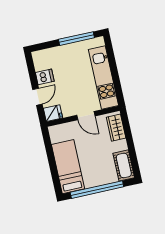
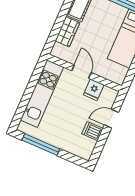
fridge: (53, 113) -> (94, 90), moved, turned -90
wardrobe: (116, 128) -> (67, 32), moved

